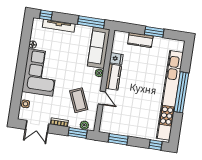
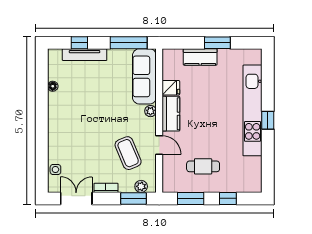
window: (46, 15) -> (79, 43), moved
corner sofa: (40, 72) -> (69, 123), removed
window: (181, 92) -> (268, 120), width x0.32
kitchen unit: (170, 95) -> (253, 110), width x0.73
cafe table: (130, 118) -> (203, 166), added
double door: (37, 127) -> (76, 198), swing flipped
window: (156, 145) -> (228, 198), moved

